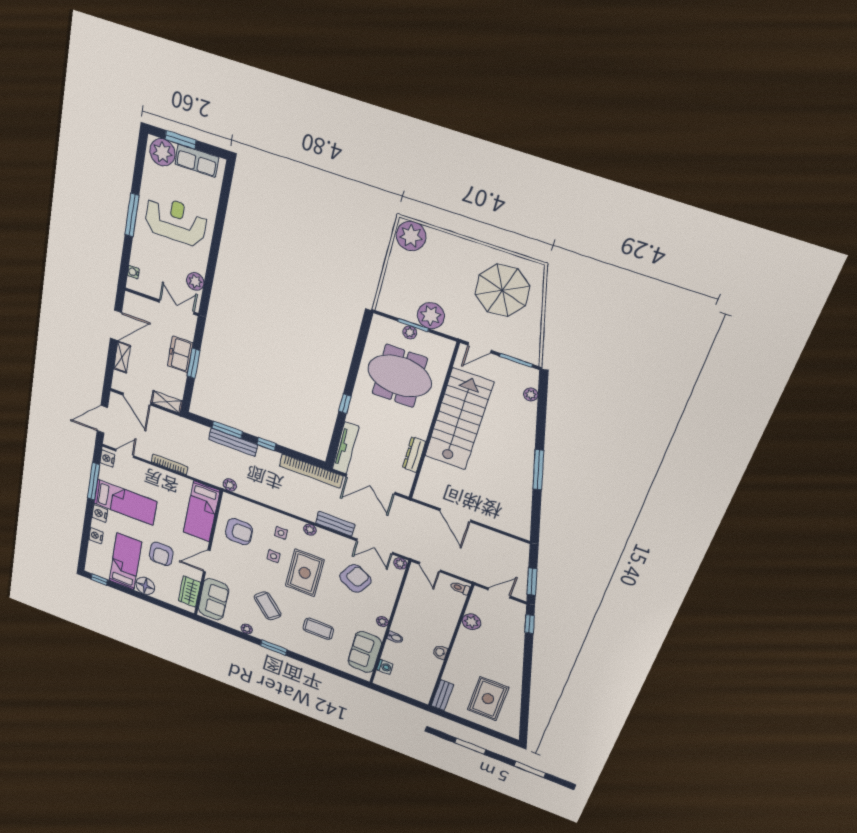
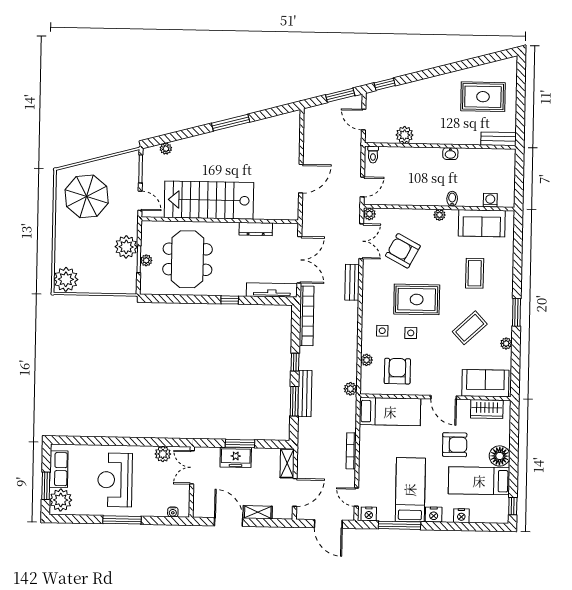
plant: (310, 530) -> (367, 360), moved

